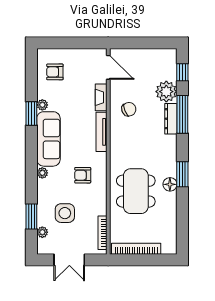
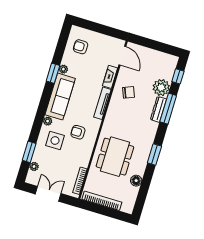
floor lamp: (170, 184) -> (136, 181), moved
side table: (65, 213) -> (55, 141), moved
double door: (69, 260) -> (48, 194), swing flipped

